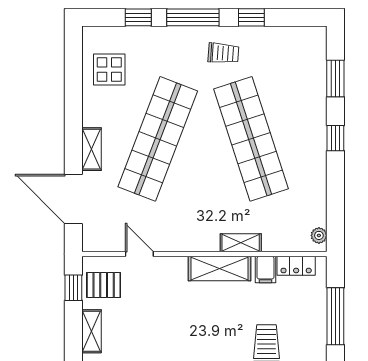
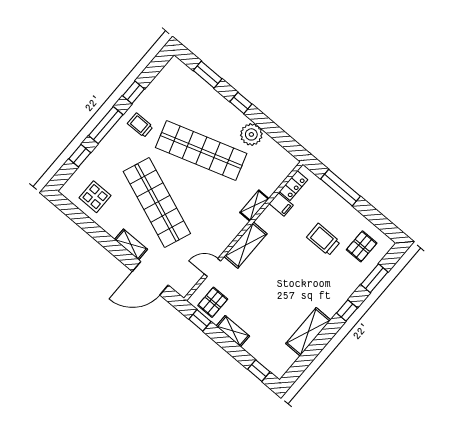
trolley: (223, 53) -> (140, 125), turned -94
plant: (319, 235) -> (251, 134), moved, width x1.87, depth x1.87
shelving: (220, 269) -> (246, 245), moved

